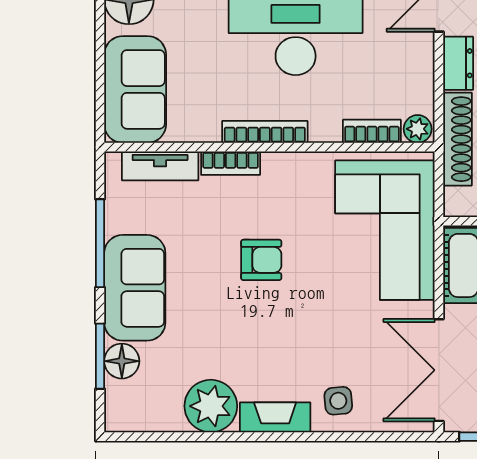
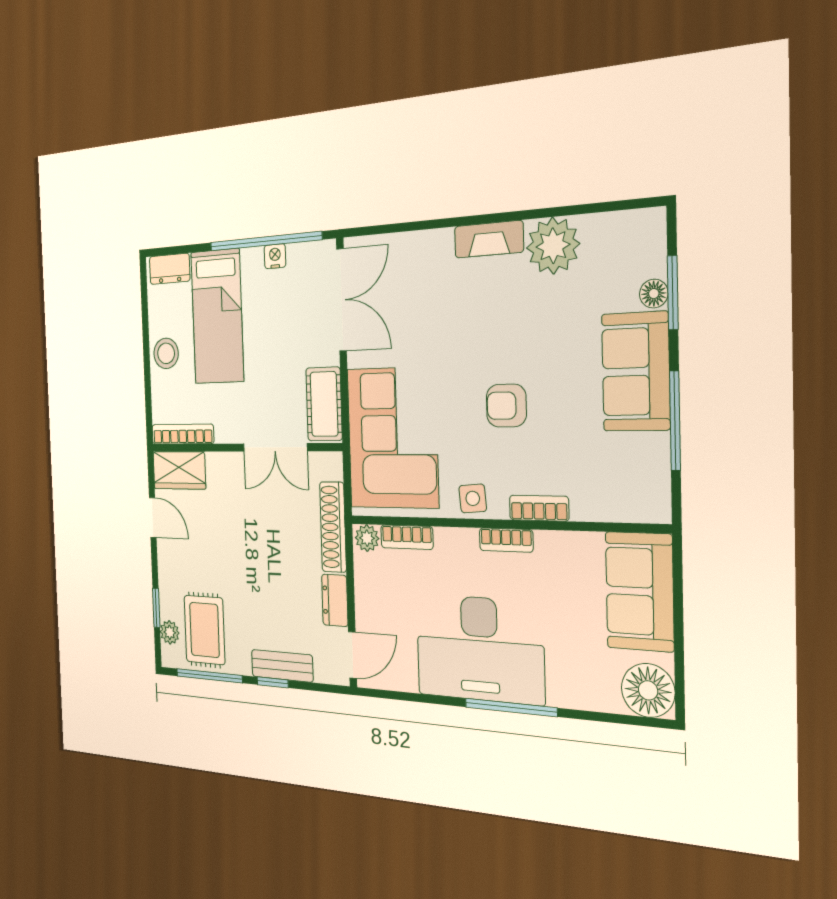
bookcase: (265, 132) -> (506, 540), width x0.64
tv unit: (160, 166) -> (611, 507), removed
floor lamp: (122, 361) -> (654, 294), width x0.73, depth x0.73
side table: (338, 401) -> (473, 498), moved

